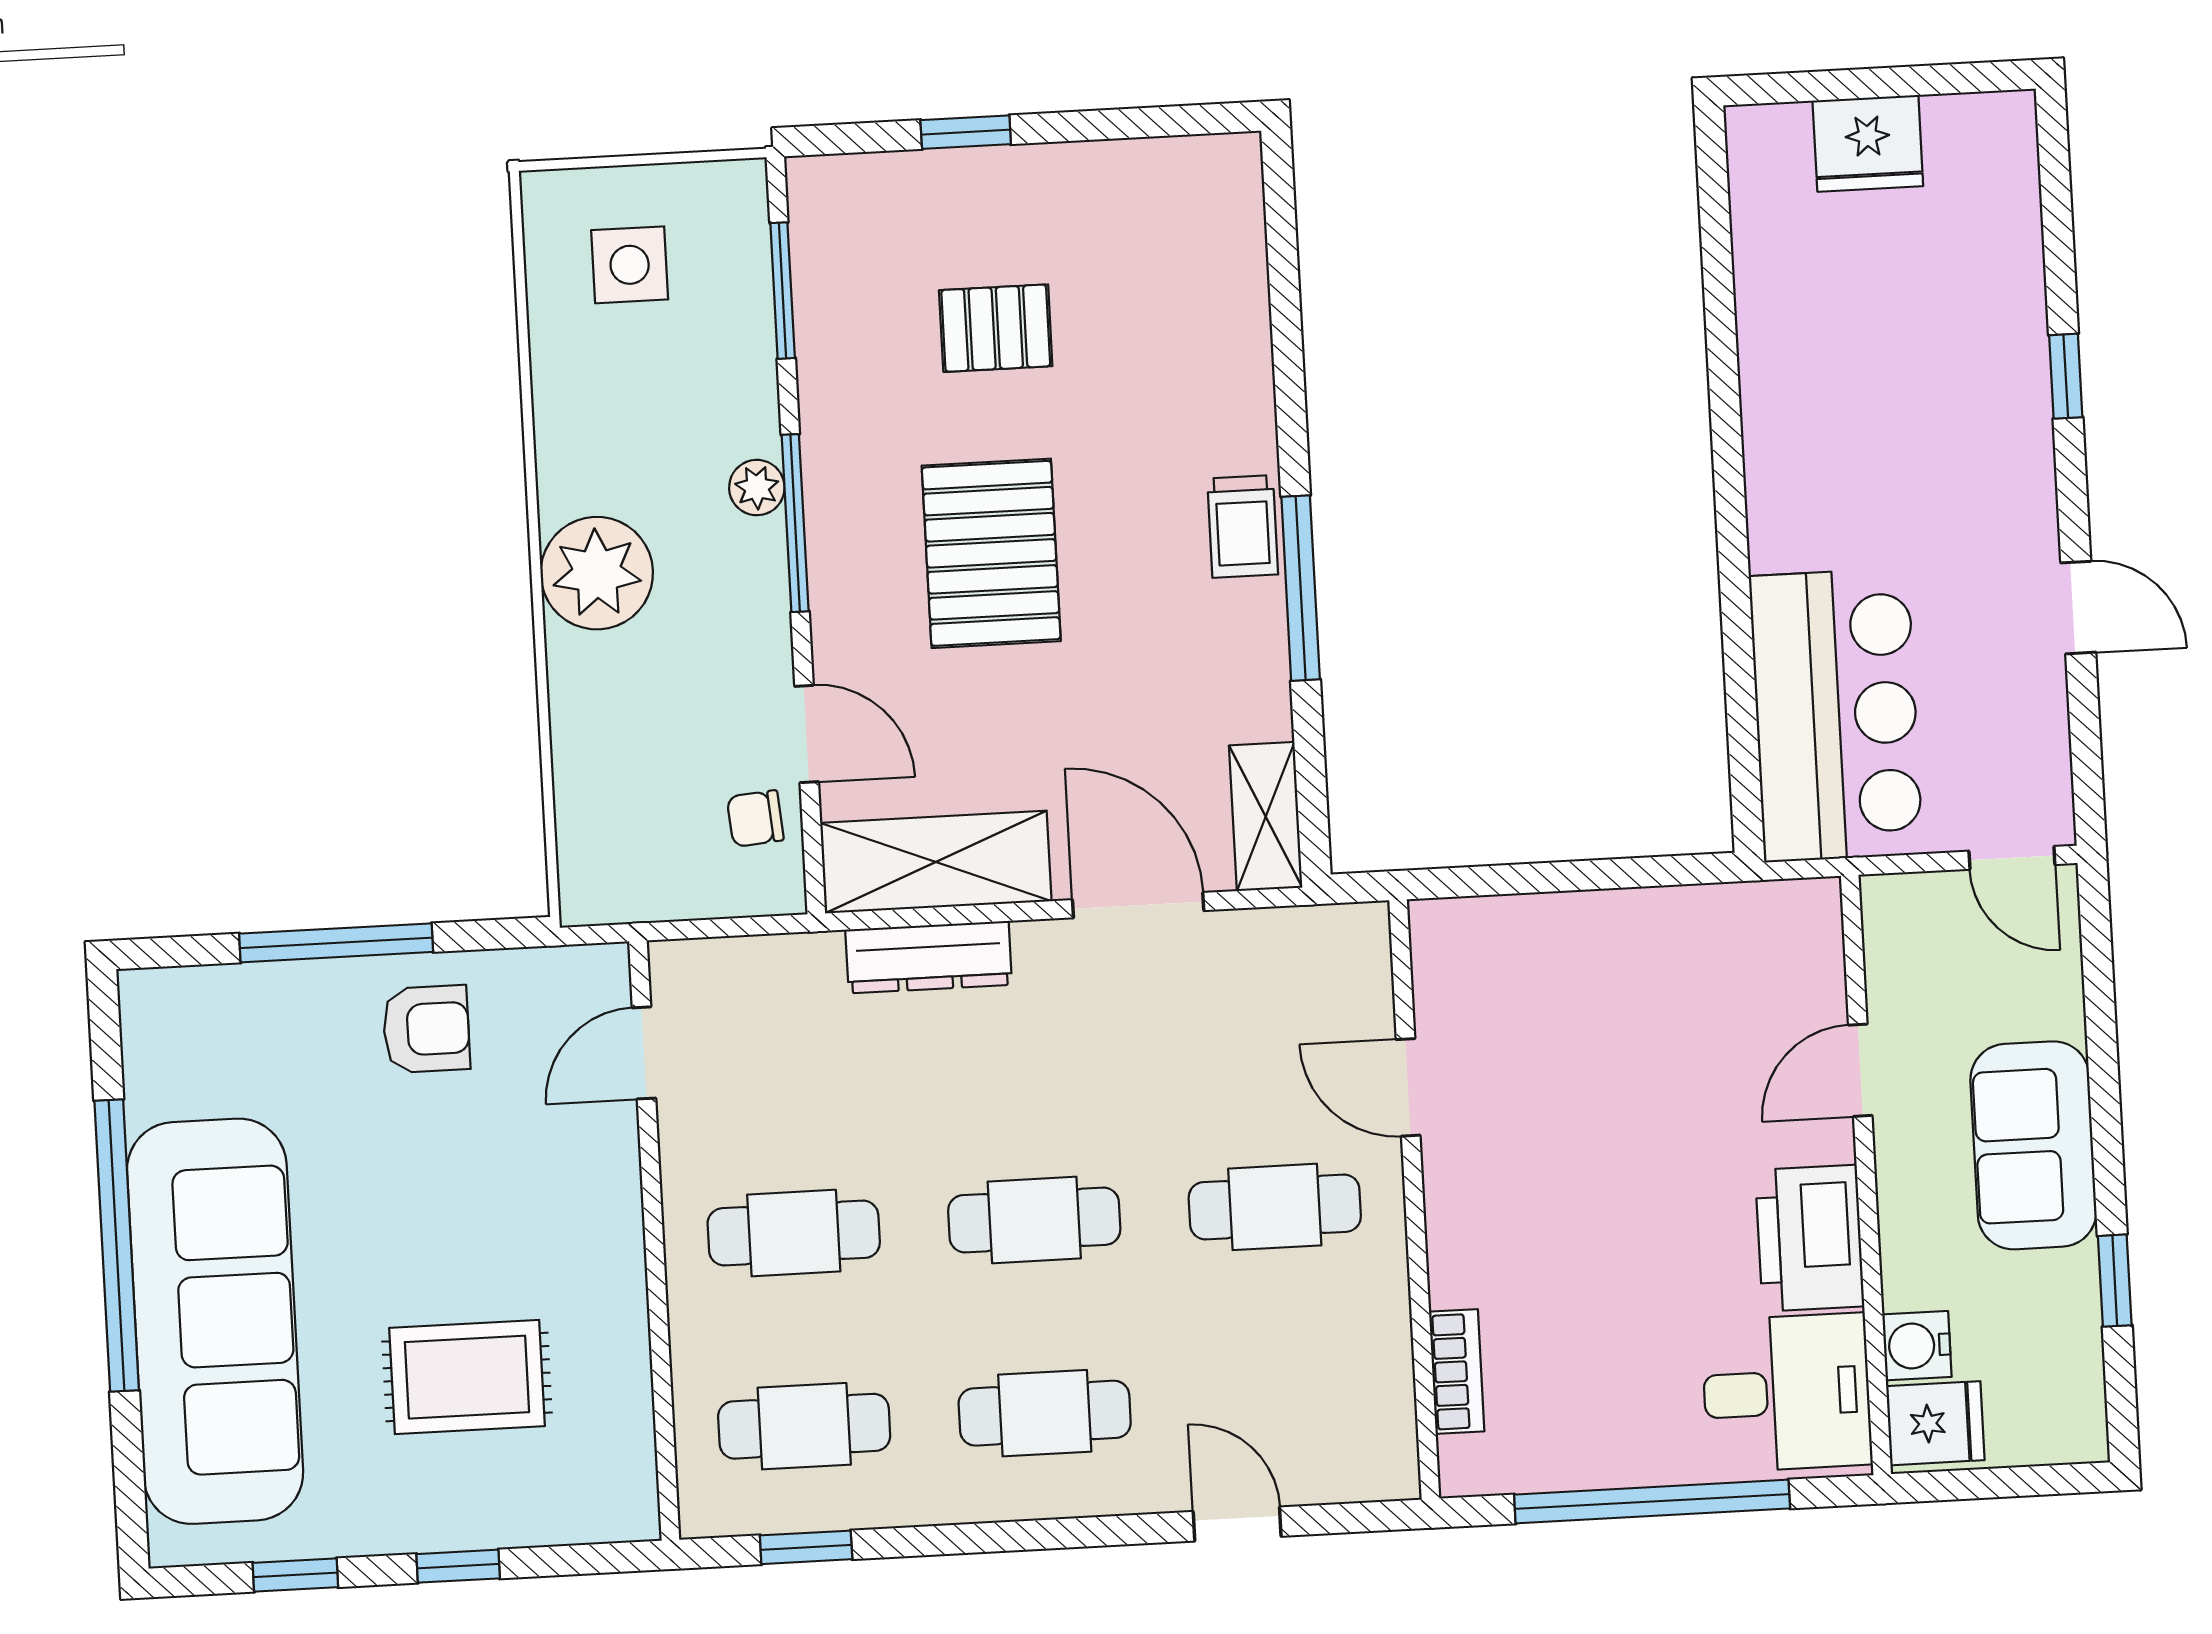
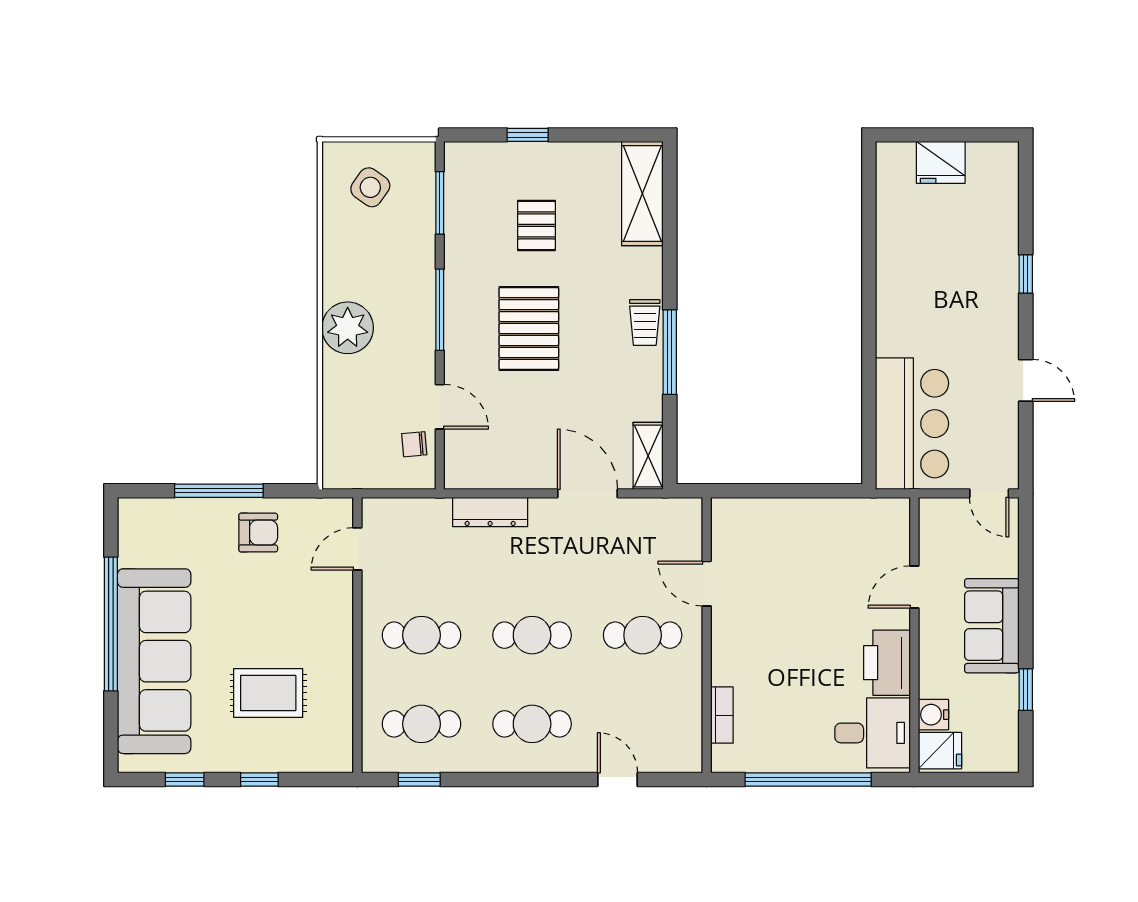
side table: (630, 265) -> (370, 187), turned 35
pallet: (996, 328) -> (537, 225), turned 90
plant: (757, 488) -> (423, 293), removed
shelving: (936, 862) -> (642, 194), moved, turned 90

